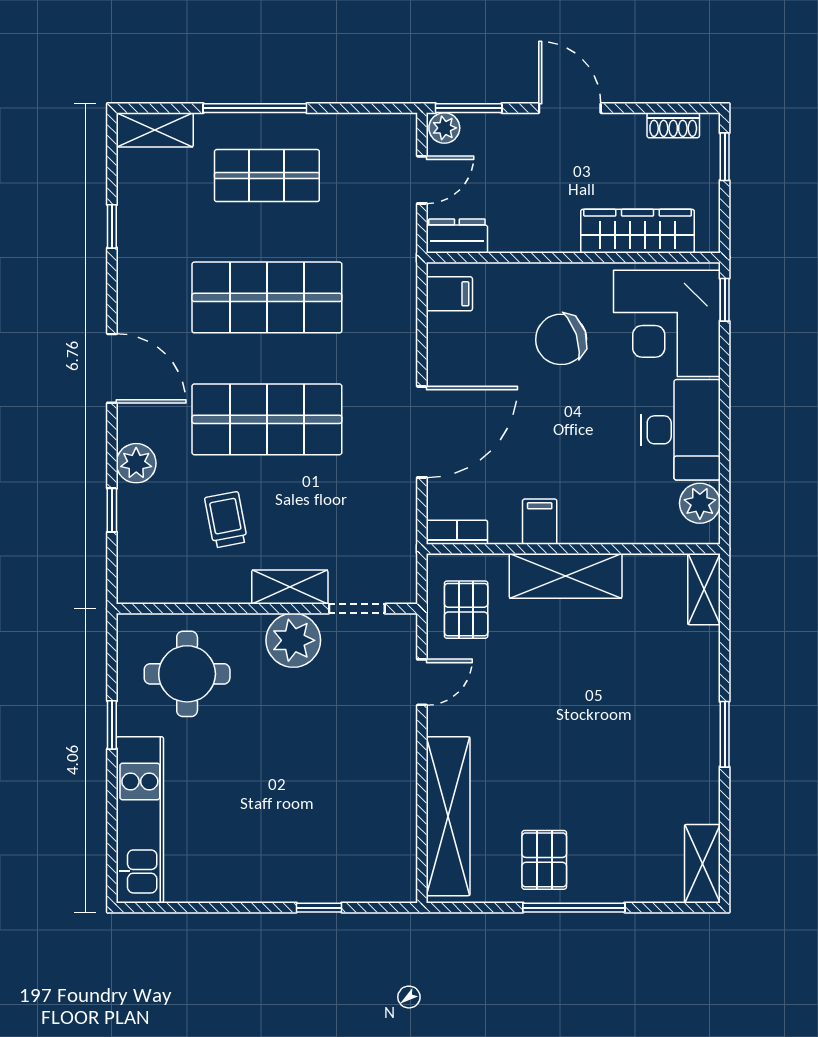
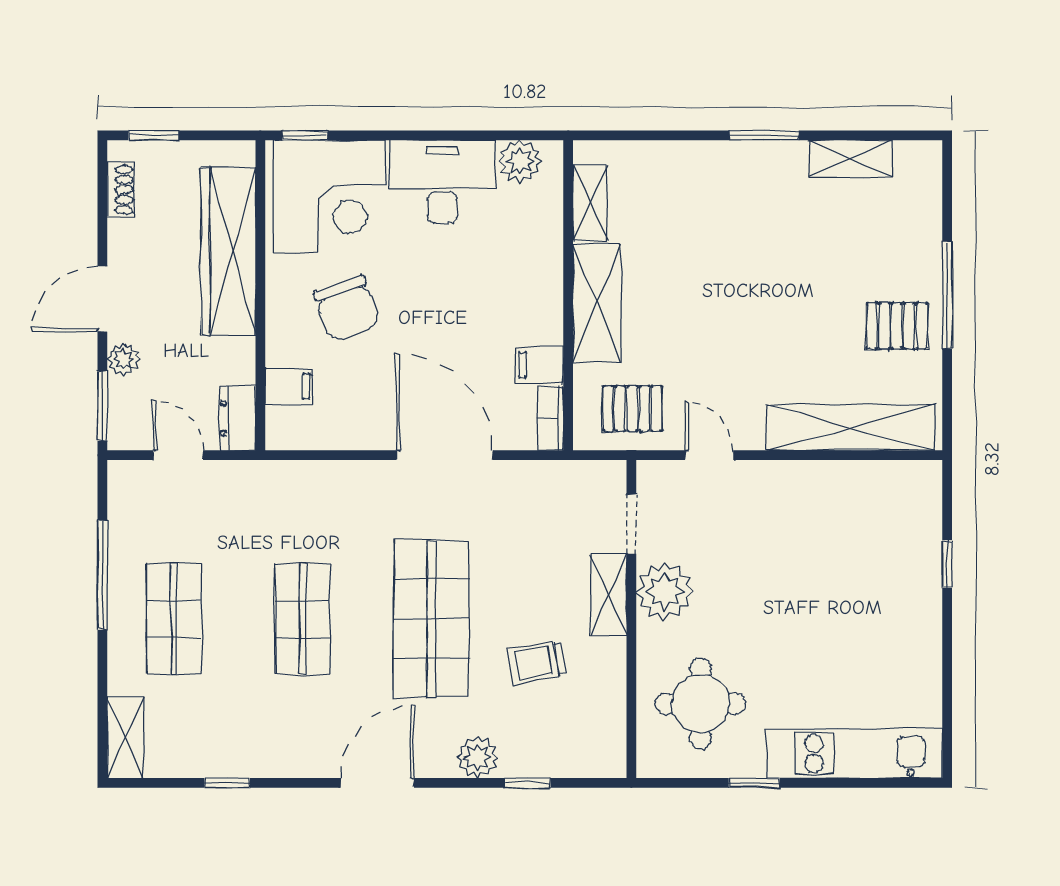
window: (255, 108) -> (102, 575), moved
plant: (444, 128) -> (123, 359), moved
wardrobe: (638, 231) -> (228, 251), width x1.40, depth x1.17
filing cabinet: (449, 294) -> (289, 386), moved, turned 90
shop shelf: (267, 297) -> (302, 619), width x0.70, depth x0.74
filing cabinet: (540, 522) -> (539, 365), moved
shelving: (704, 589) -> (590, 203), moved, turned 90
shelving: (702, 864) -> (851, 159), moved

